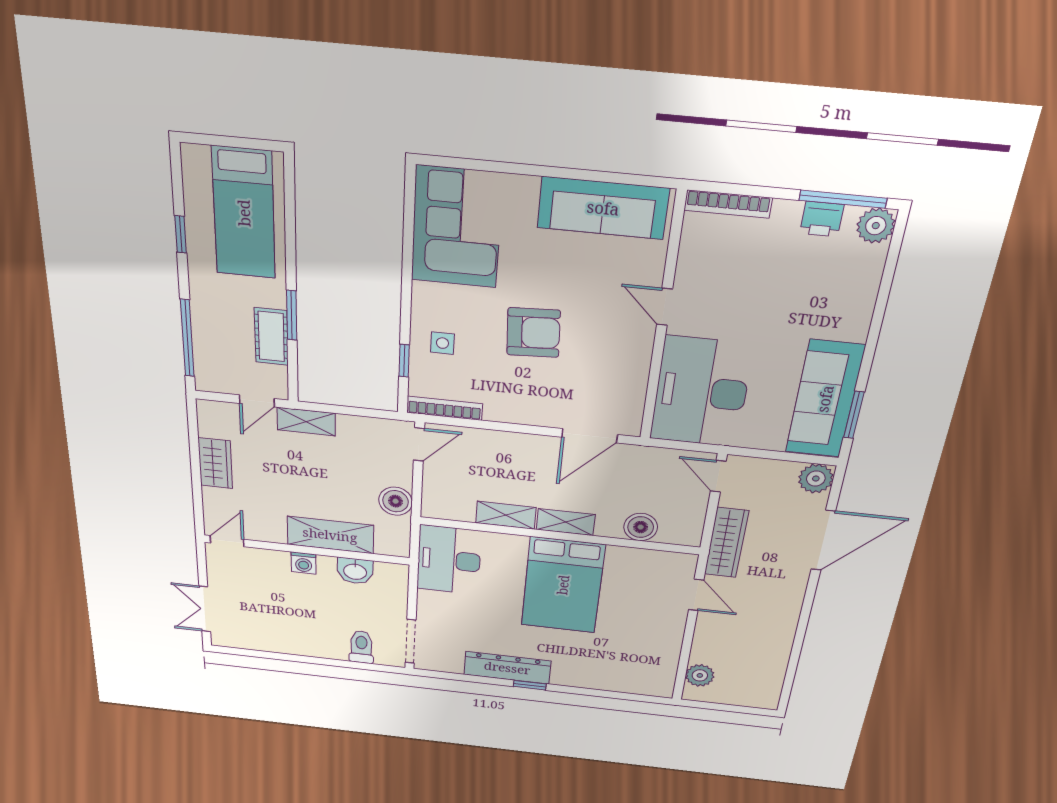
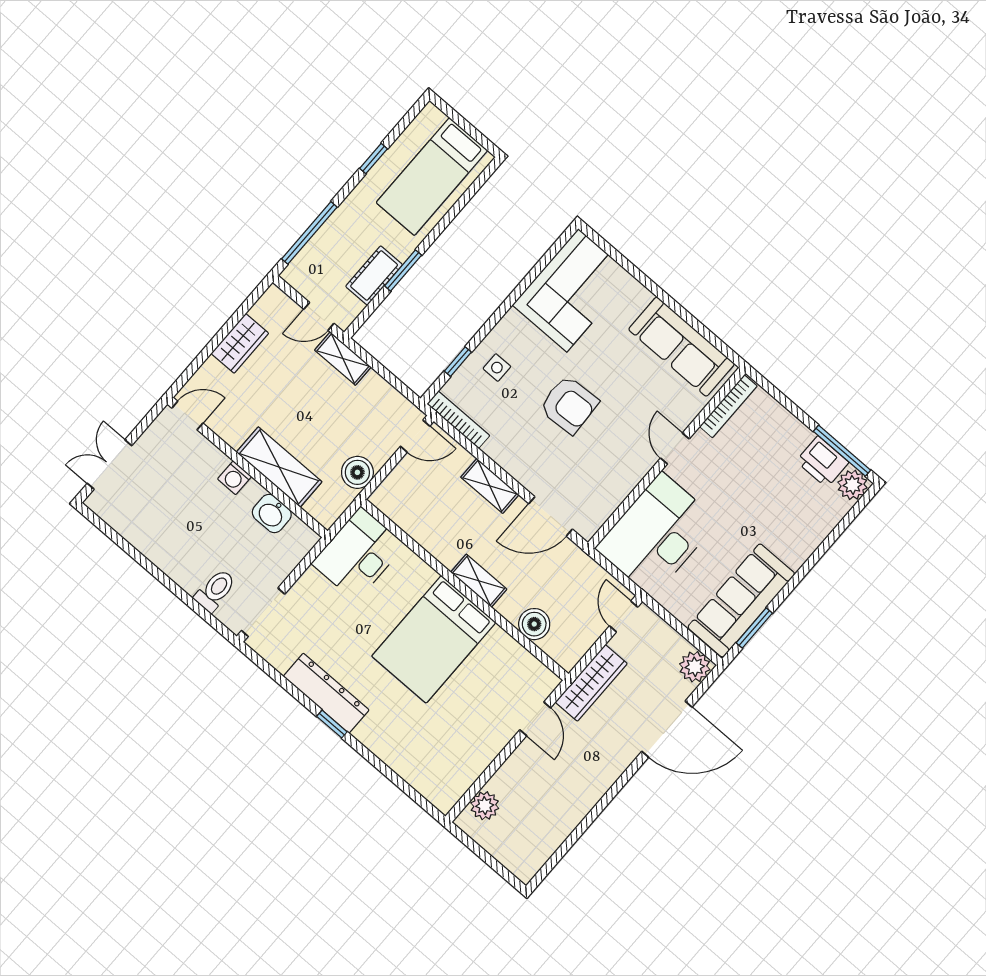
bookcase: (728, 204) -> (728, 406), moved, turned -90
printer: (822, 219) -> (822, 462), width x1.36, depth x1.24
shelving: (506, 515) -> (490, 486), moved

